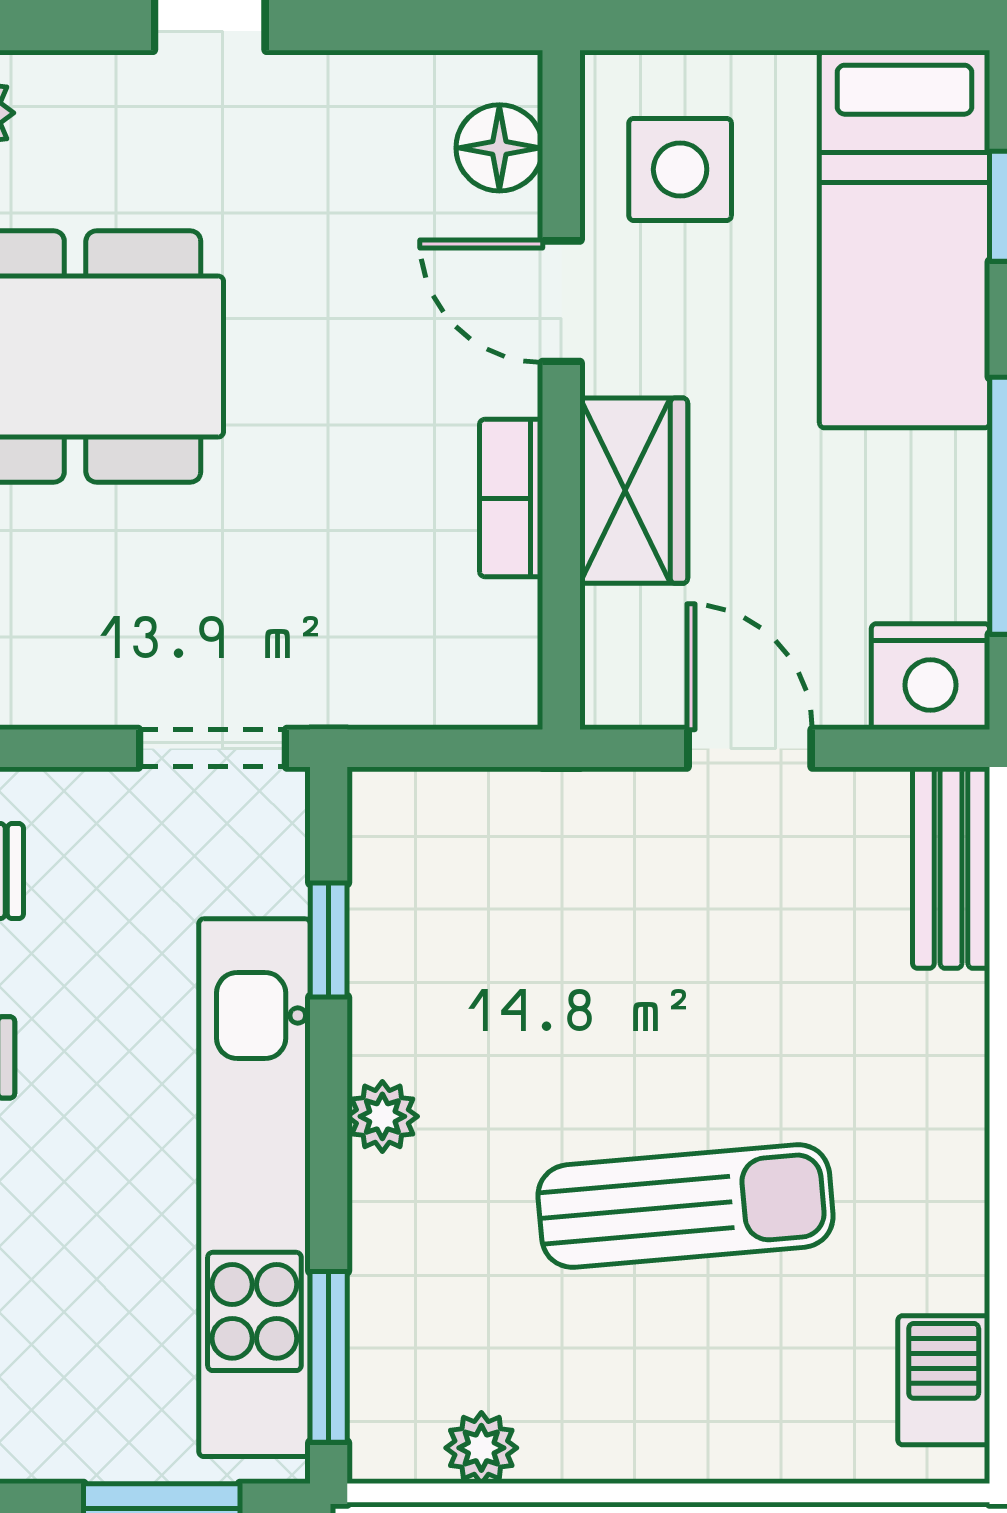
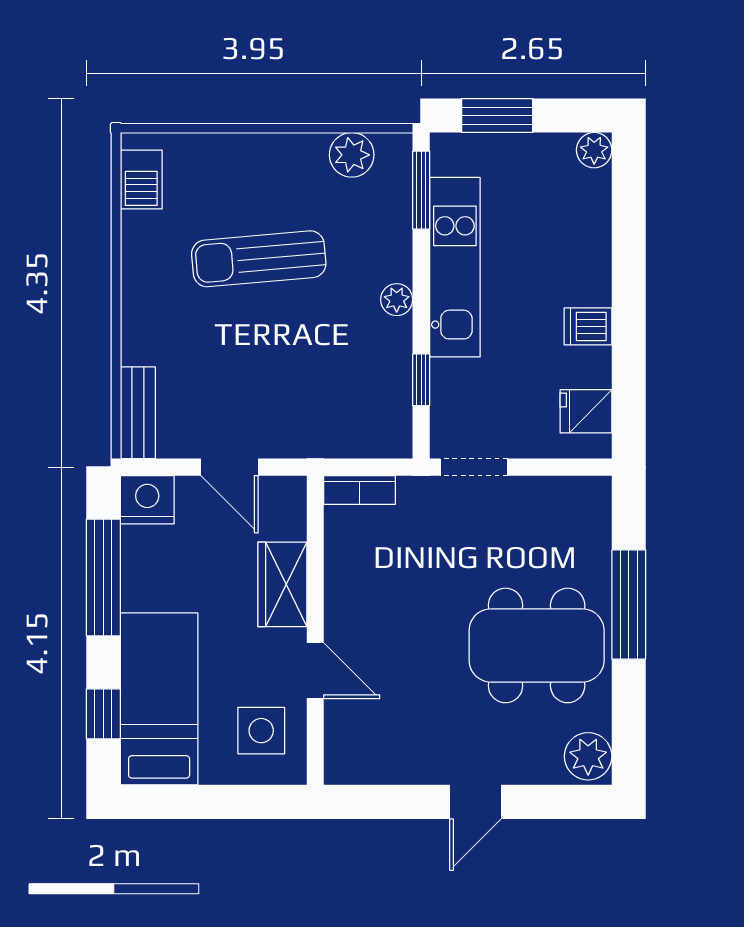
floor lamp: (499, 148) -> (343, 740), removed
bookcase: (511, 498) -> (360, 490), moved, turned 90
kitchen unit: (254, 1188) -> (455, 267), width x0.73
plant: (481, 1448) -> (352, 155), width x1.38, depth x1.38

